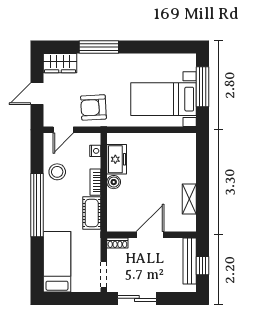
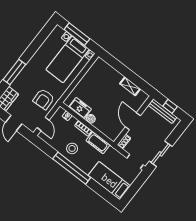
stool: (57, 172) -> (72, 148), moved

